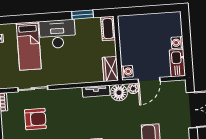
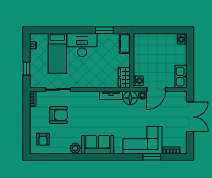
washing machine: (177, 43) -> (182, 39), moved

